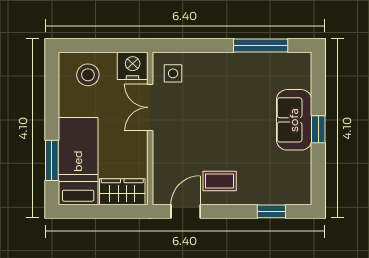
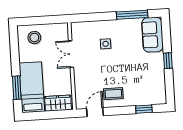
nightstand: (133, 66) -> (60, 31), removed
side table: (173, 73) -> (106, 44), moved
sofa: (294, 120) -> (152, 35), moved

